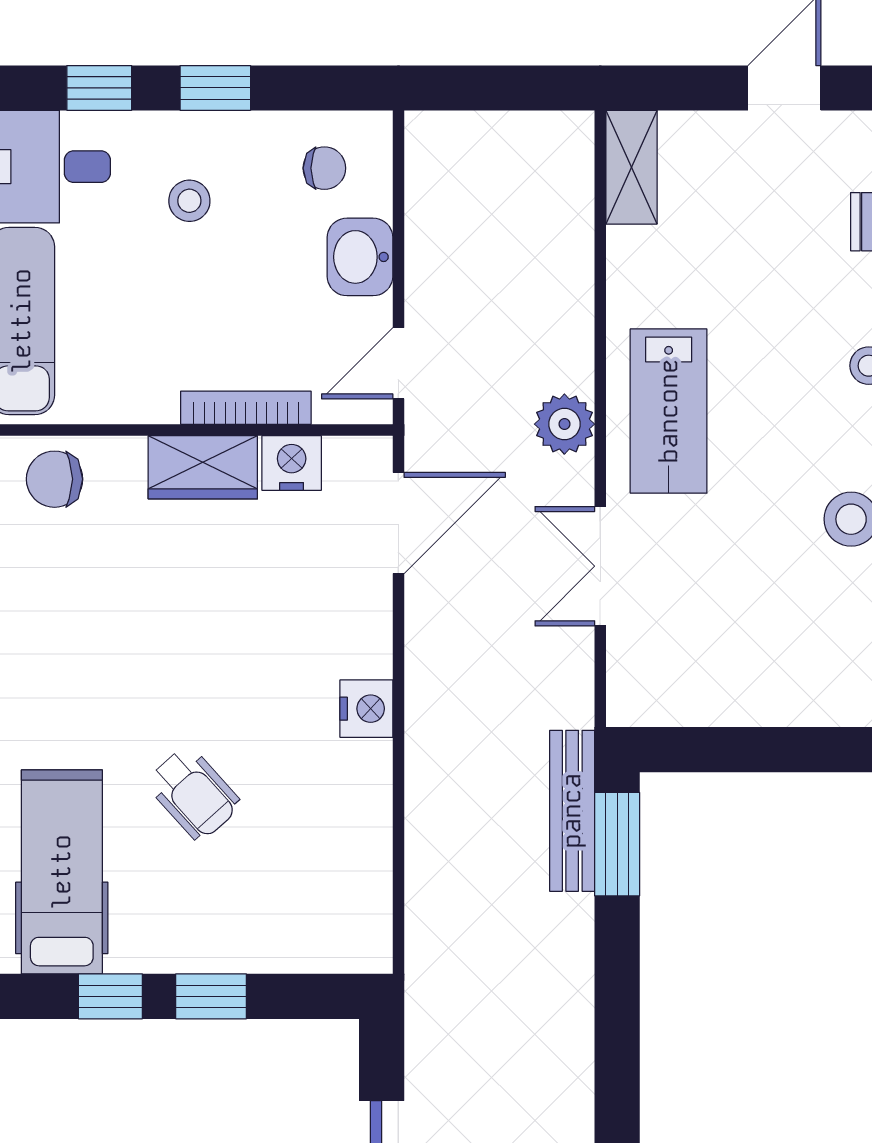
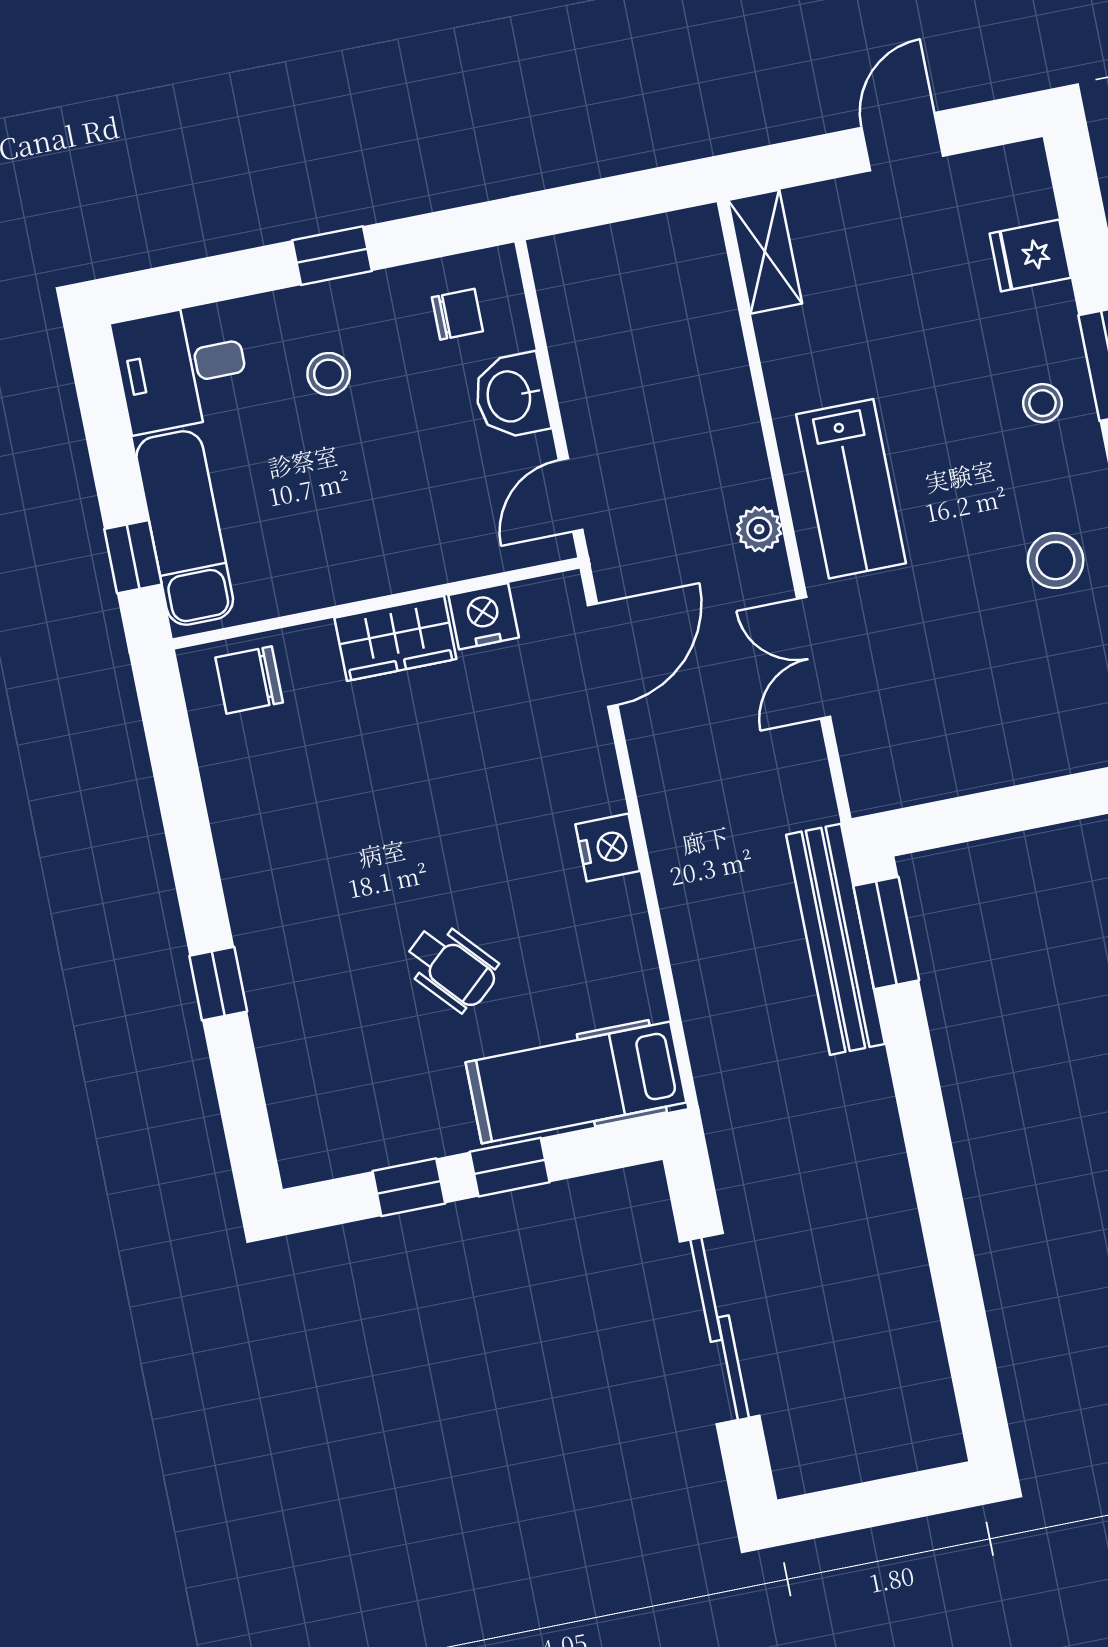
window: (99, 88) -> (216, 279), removed
bookcase: (246, 408) -> (427, 570), removed
plant: (564, 424) -> (759, 529), width x0.73, depth x0.73
bench: (572, 811) -> (836, 939), width x1.37, depth x1.21
hospital bed: (62, 872) -> (576, 1082), moved, turned -90

